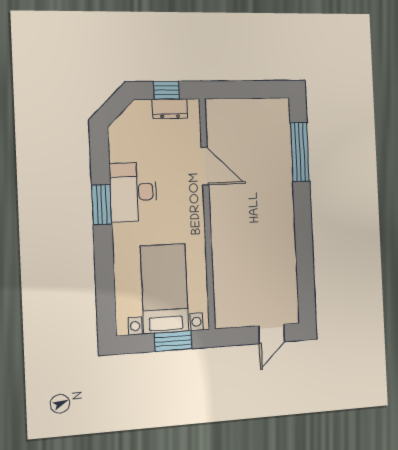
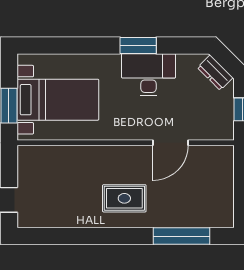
dresser: (170, 109) -> (215, 73), moved, turned -45
rug: (264, 213) -> (124, 198), added

